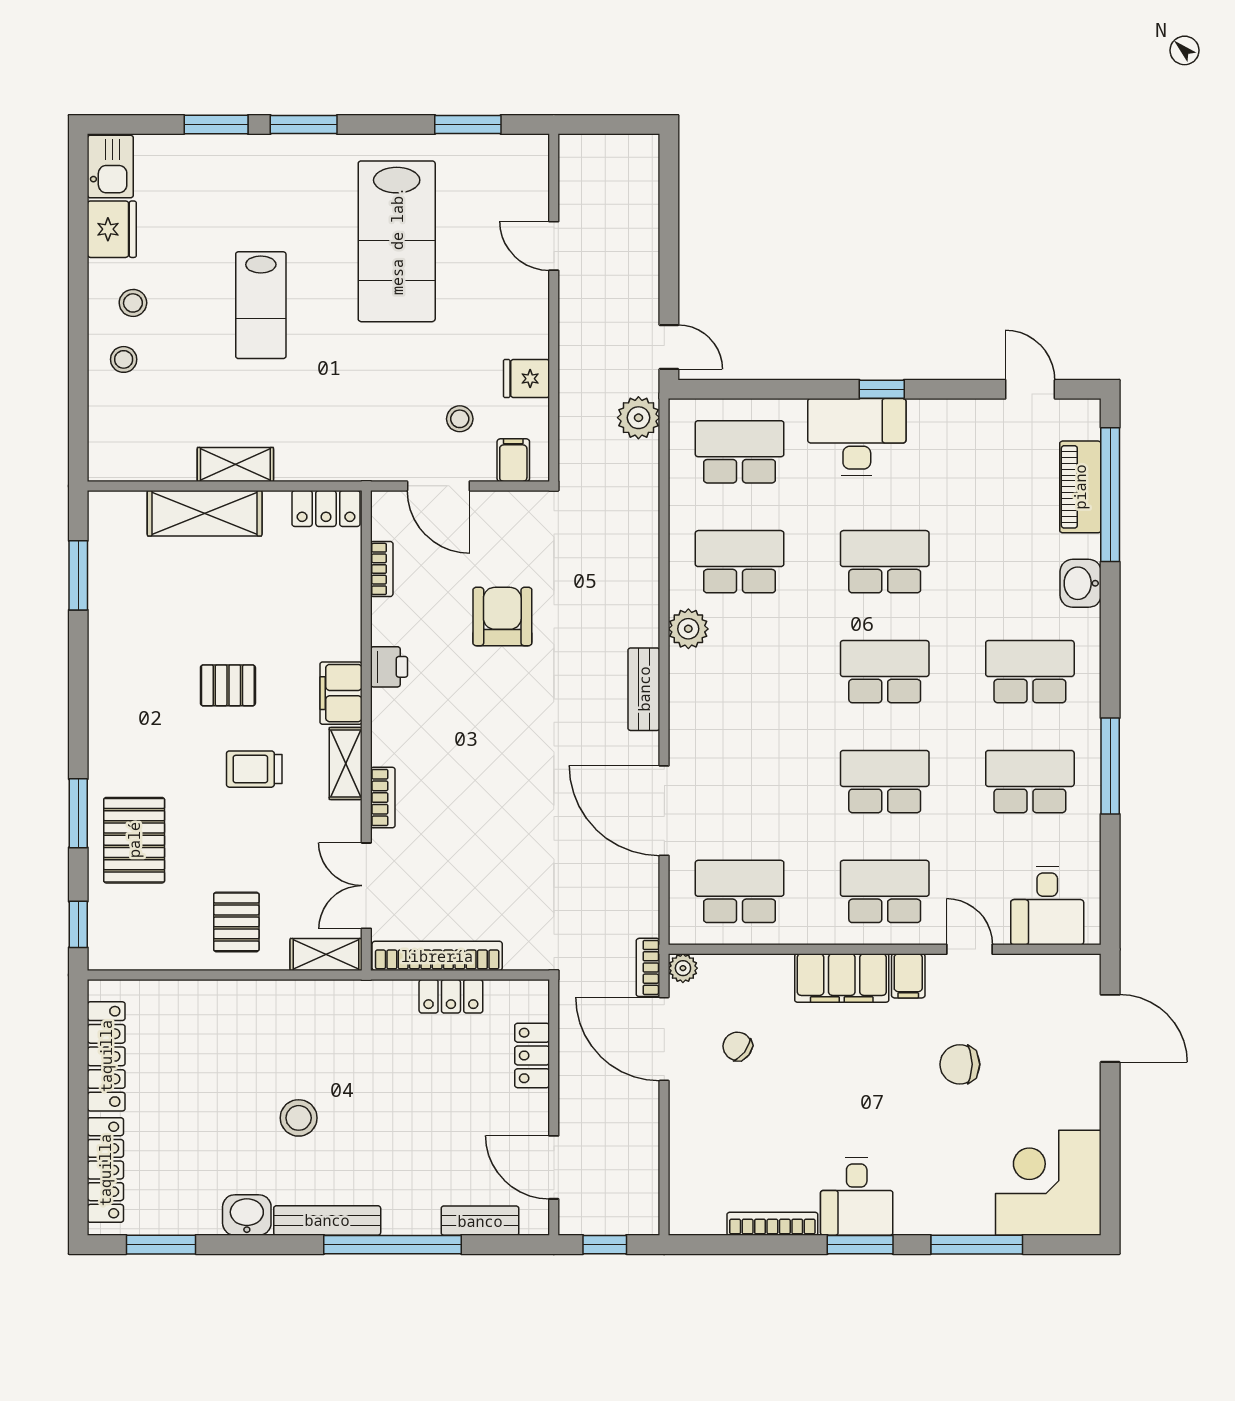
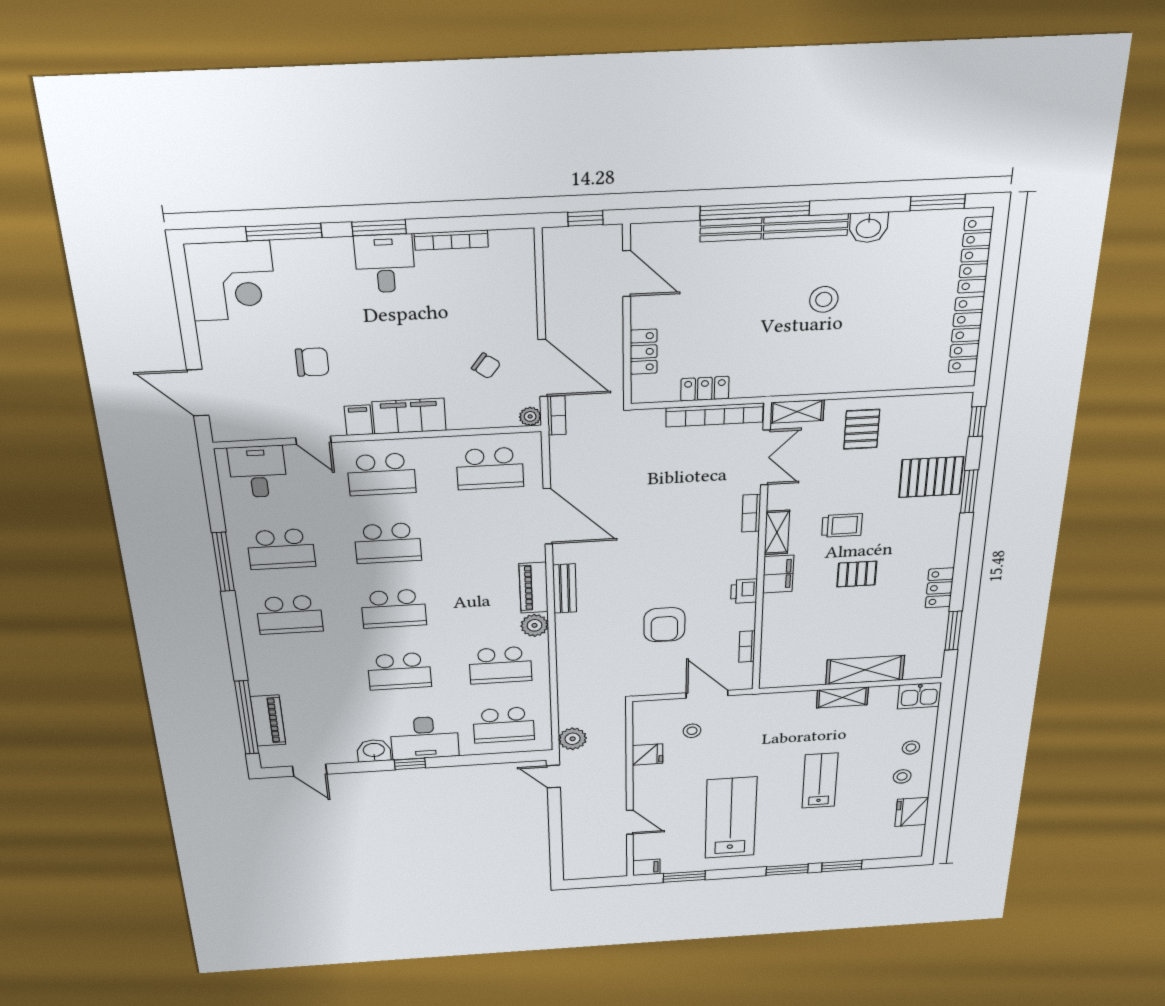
kitchen sink: (110, 167) -> (919, 696), moved, turned -90
filing cabinet: (513, 460) -> (646, 867), moved, turned -90
locker: (326, 508) -> (940, 588), moved, turned -90
washbasin: (1081, 583) -> (374, 751), moved, turned -90
piano: (687, 694) -> (534, 588), added
pallet: (134, 840) -> (931, 477), turned 90
bench: (480, 1221) -> (731, 230), moved

